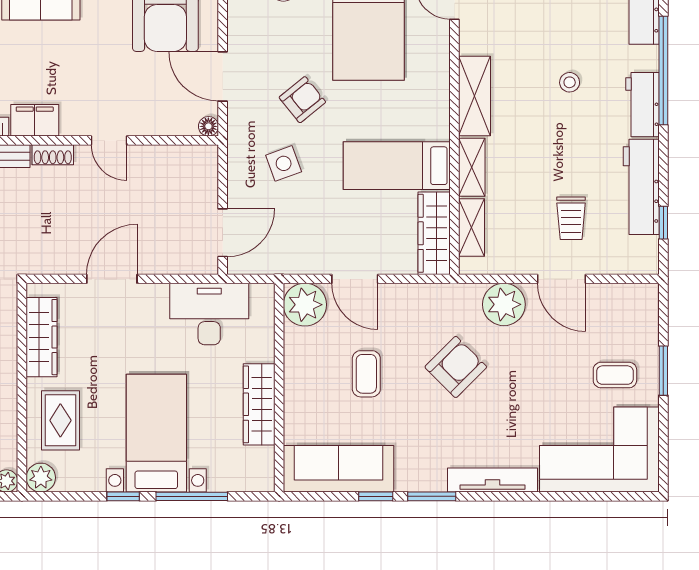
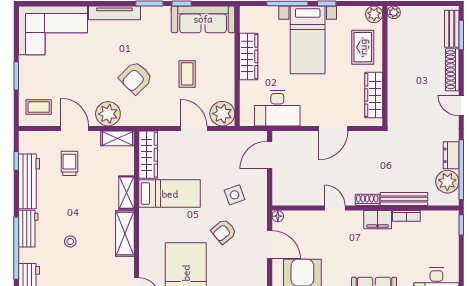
shelving: (472, 227) -> (117, 138), moved, turned 90
coffee table: (615, 375) -> (39, 107), moved

